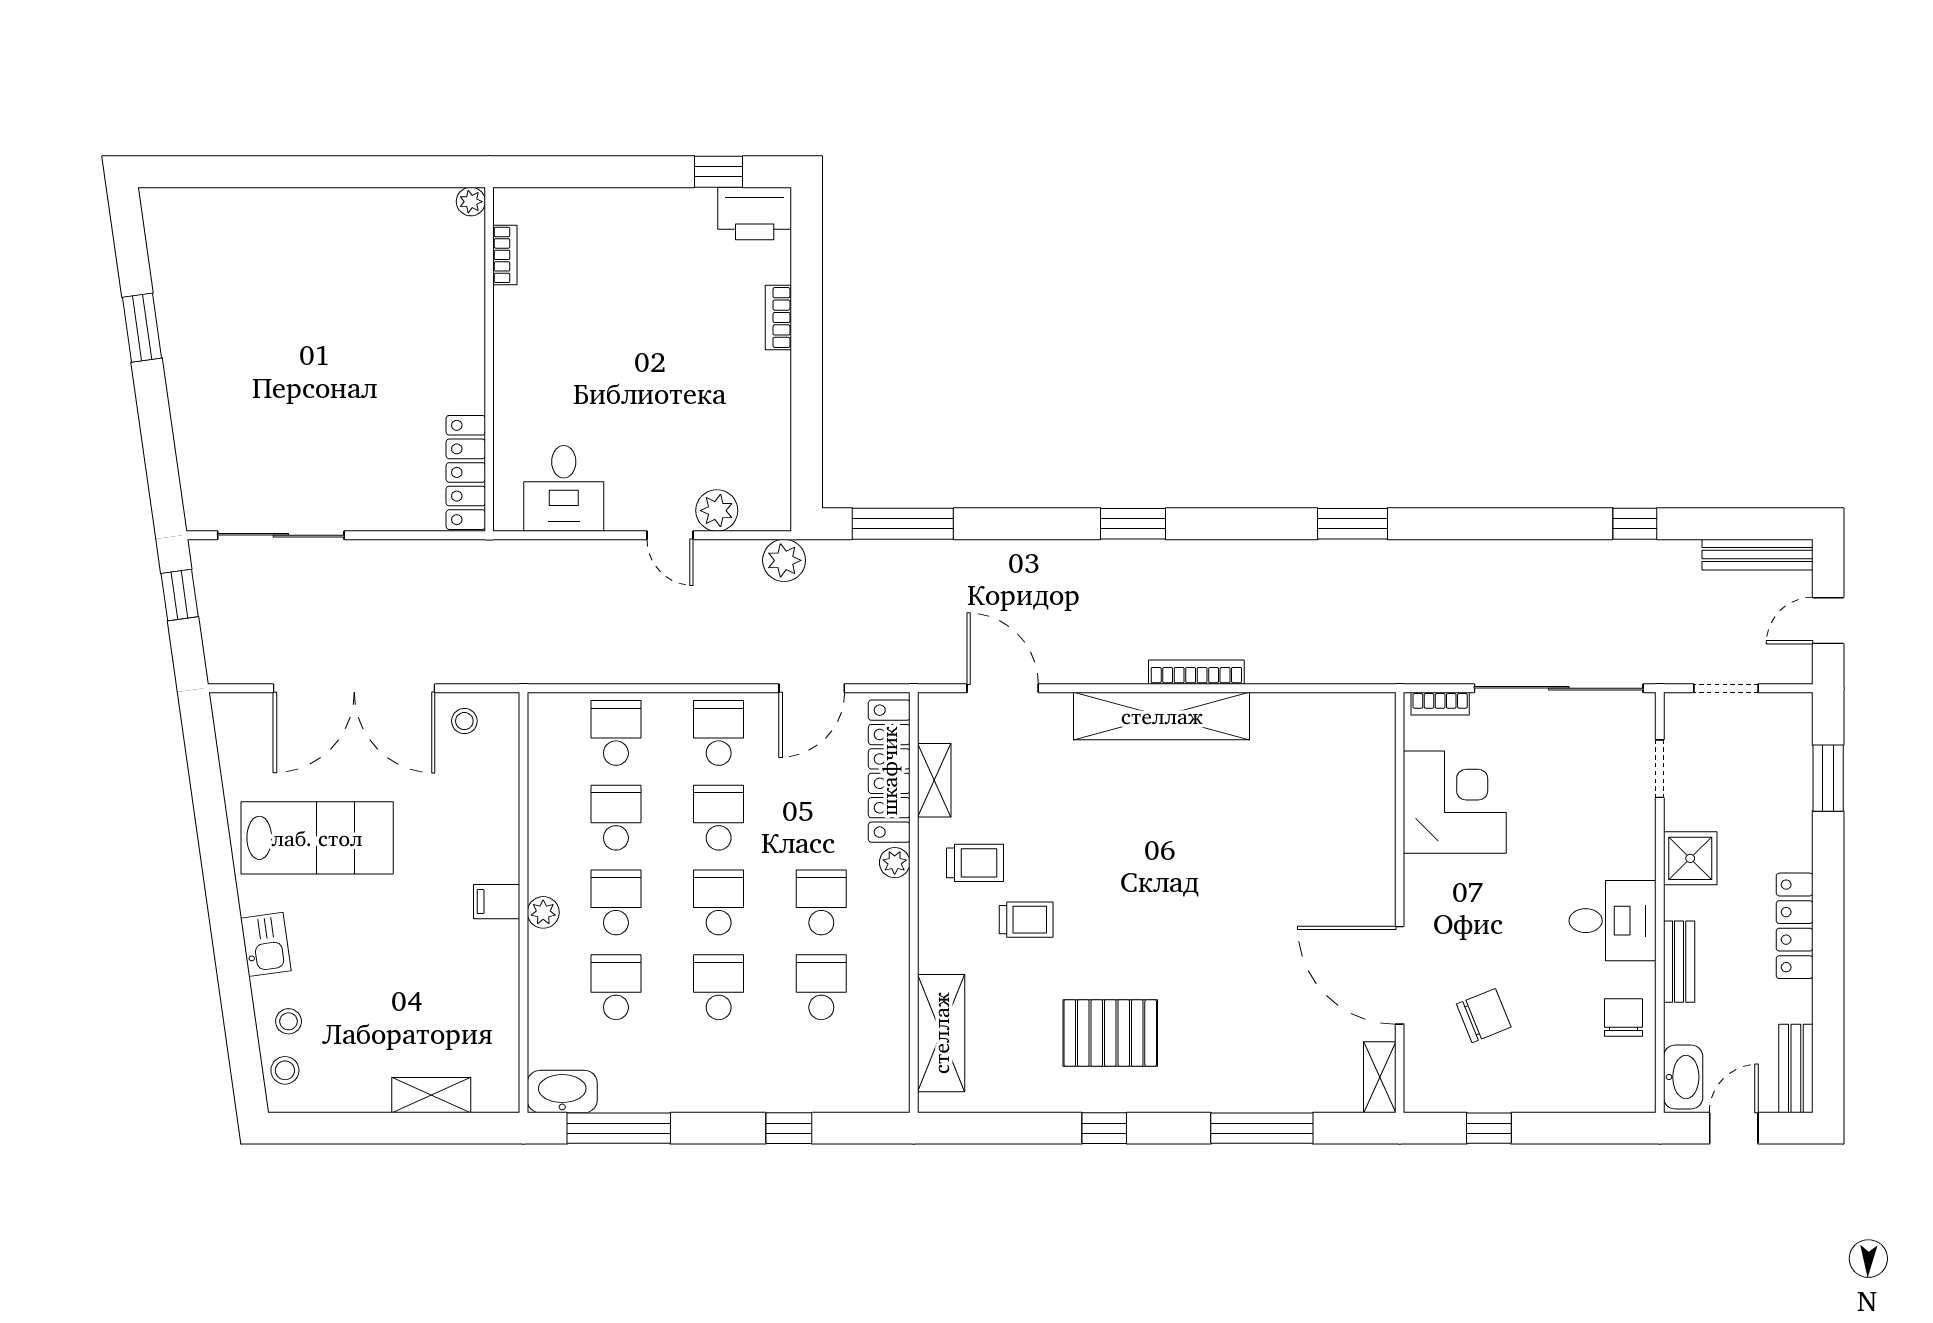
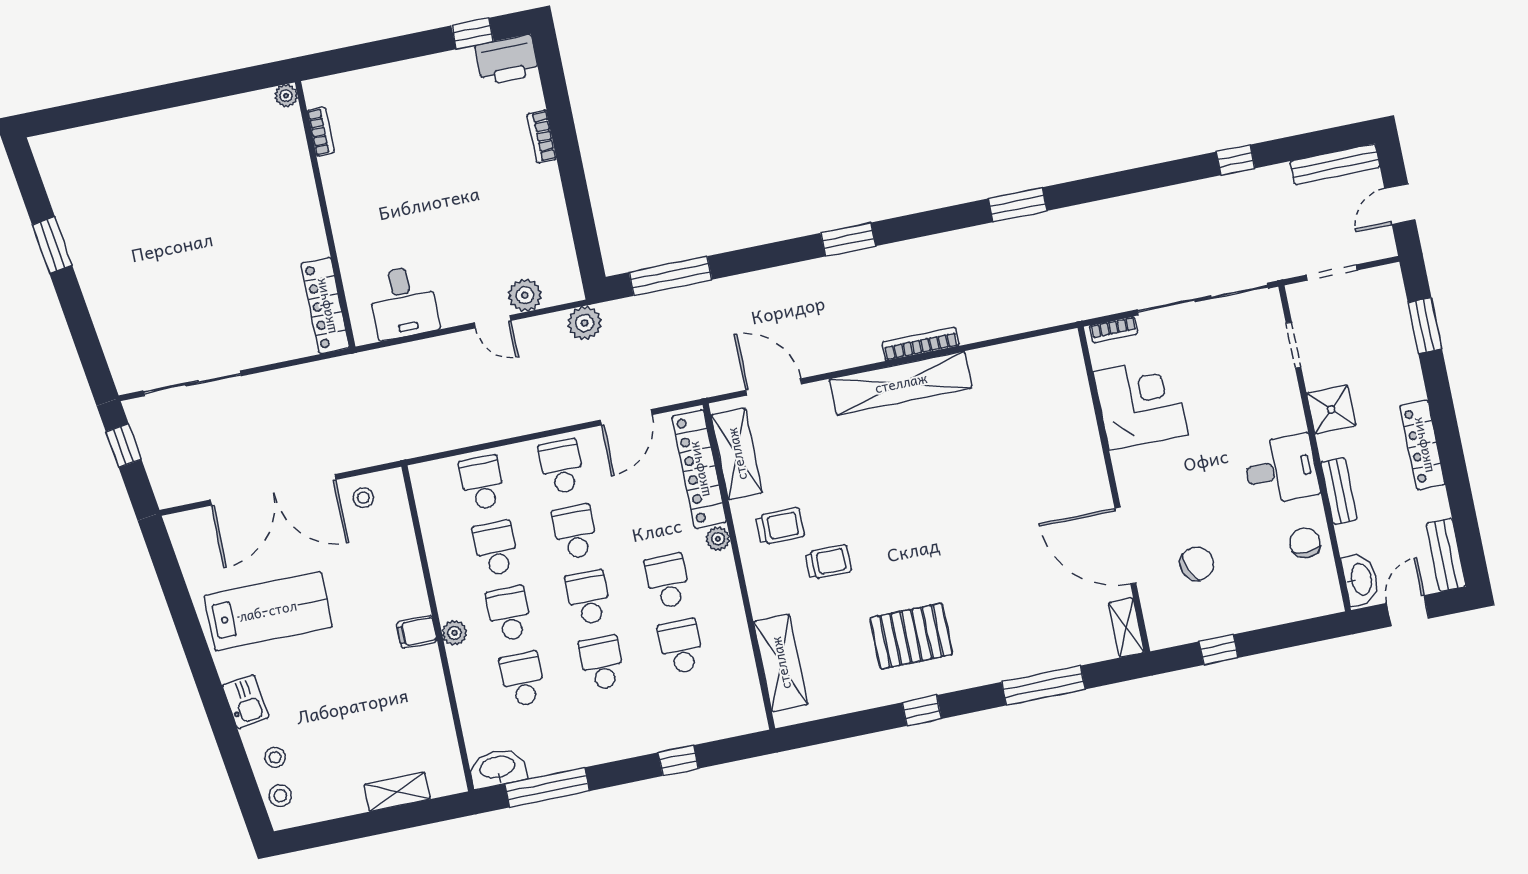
shelving: (934, 780) -> (737, 454), width x1.50, depth x1.33

